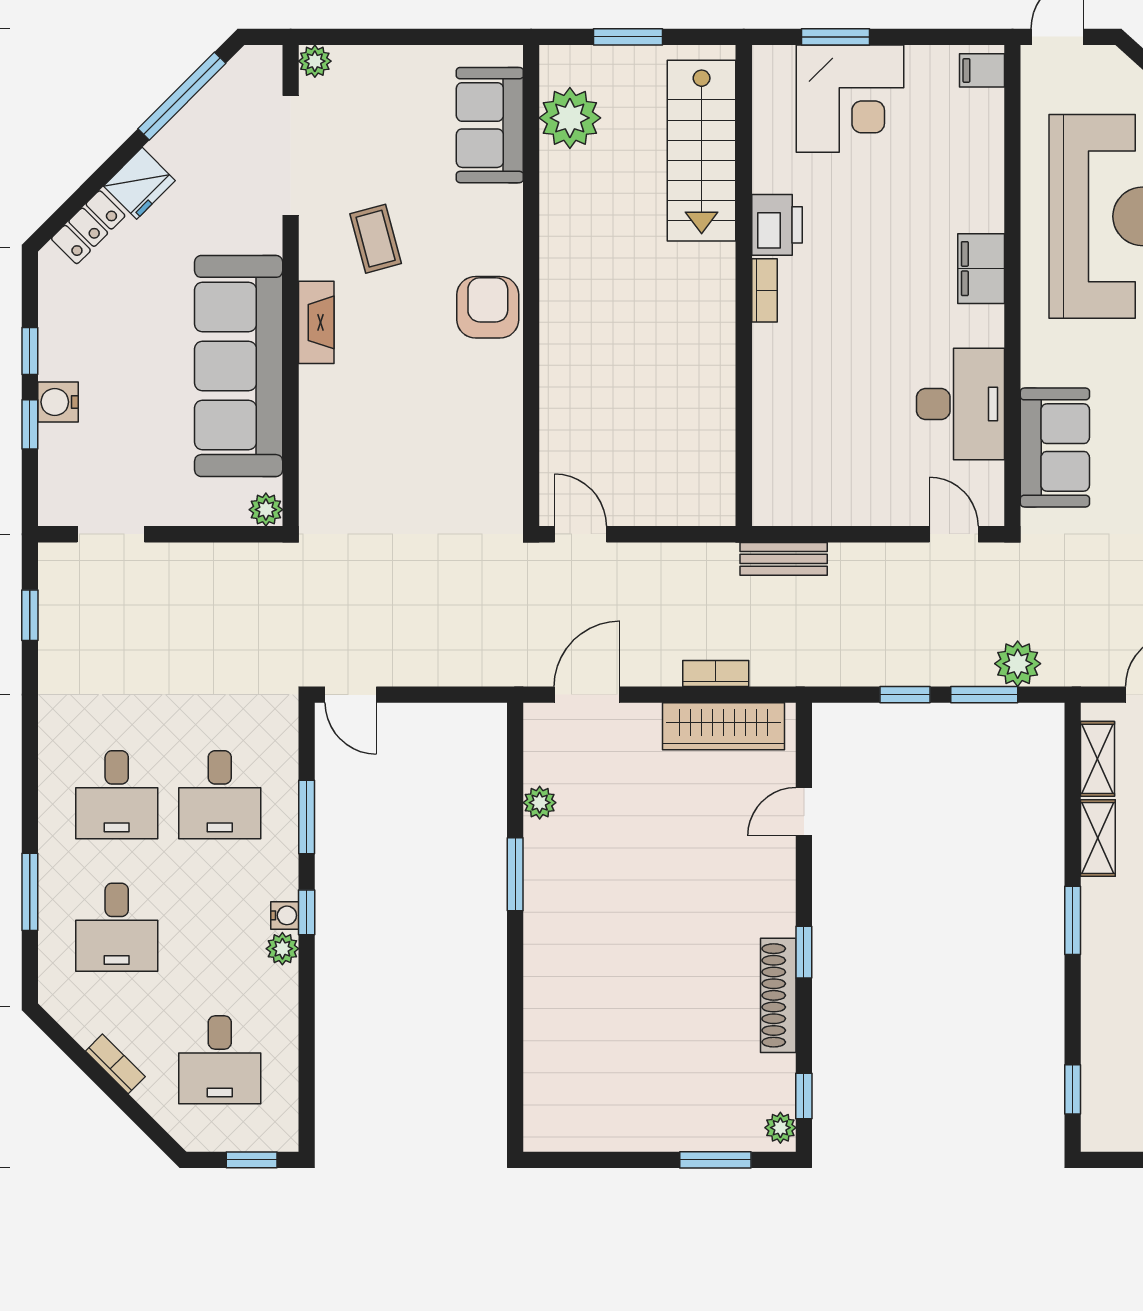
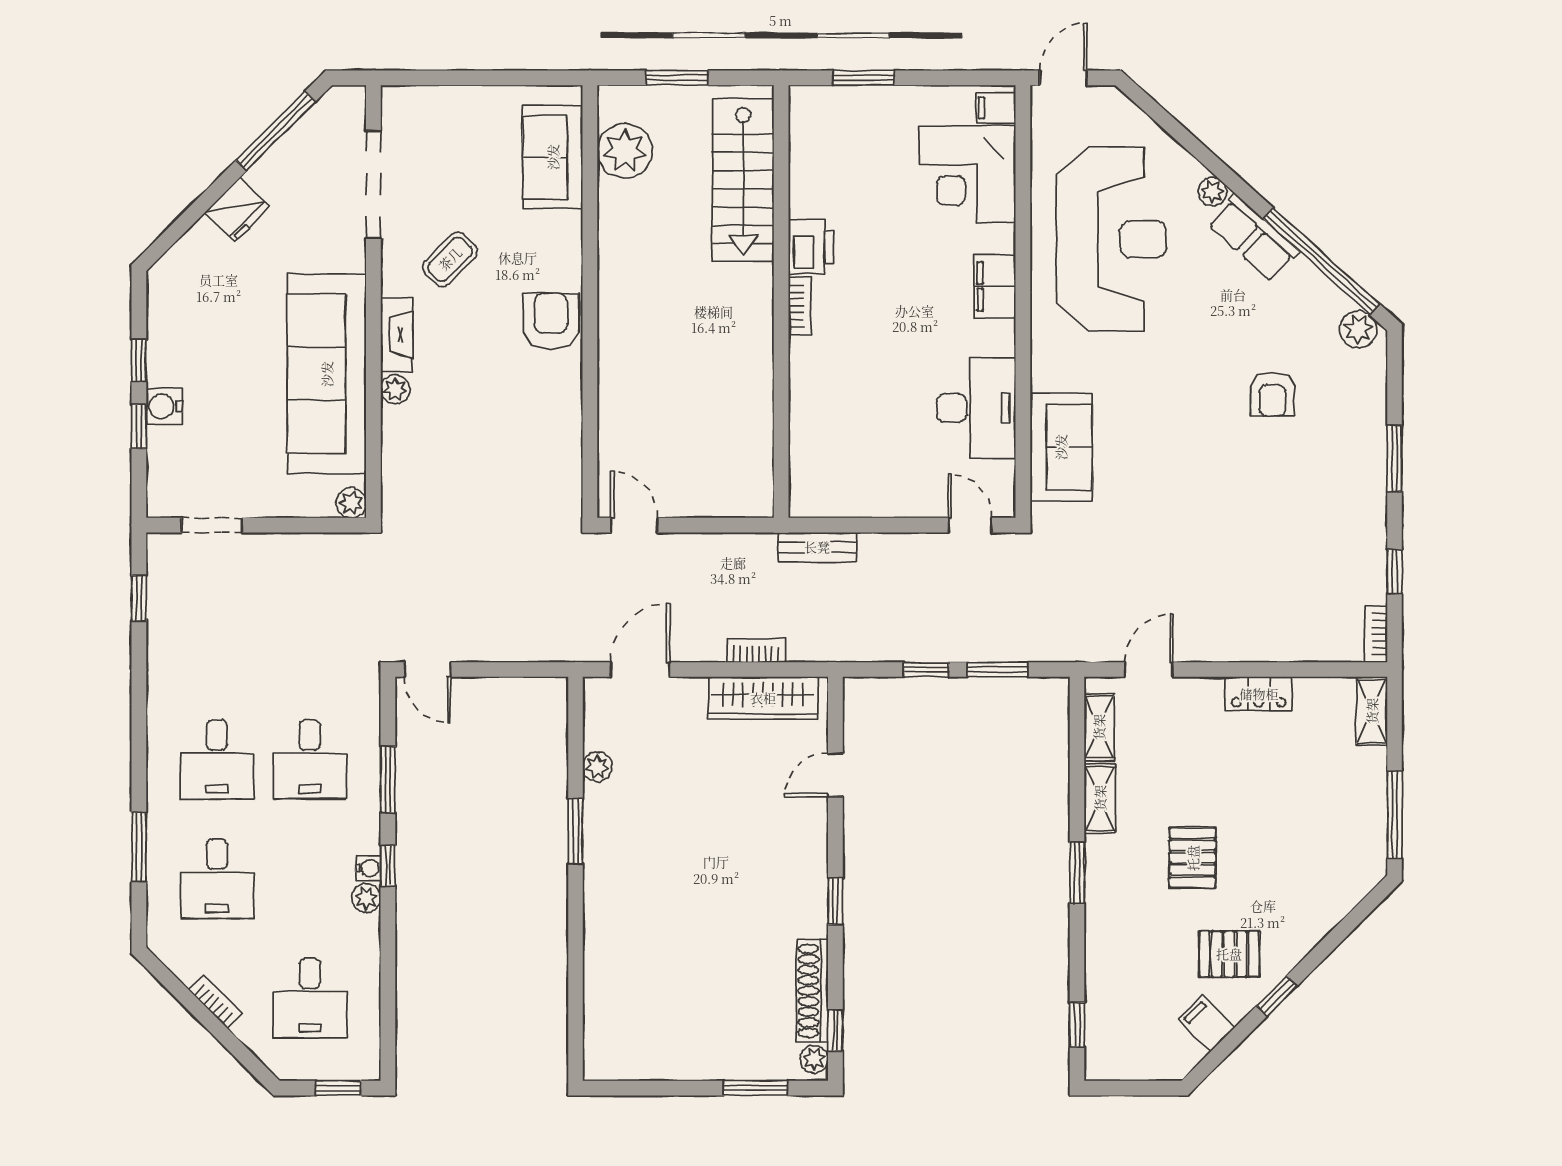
plant: (315, 61) -> (395, 389), moved
corner desk: (850, 99) -> (967, 174), moved, turned 90
locker: (88, 227) -> (191, 249), removed
coffee table: (376, 239) -> (450, 259), turned 60
plant: (1018, 664) -> (1028, 642), removed
shoe rack: (778, 995) -> (812, 991), moved

